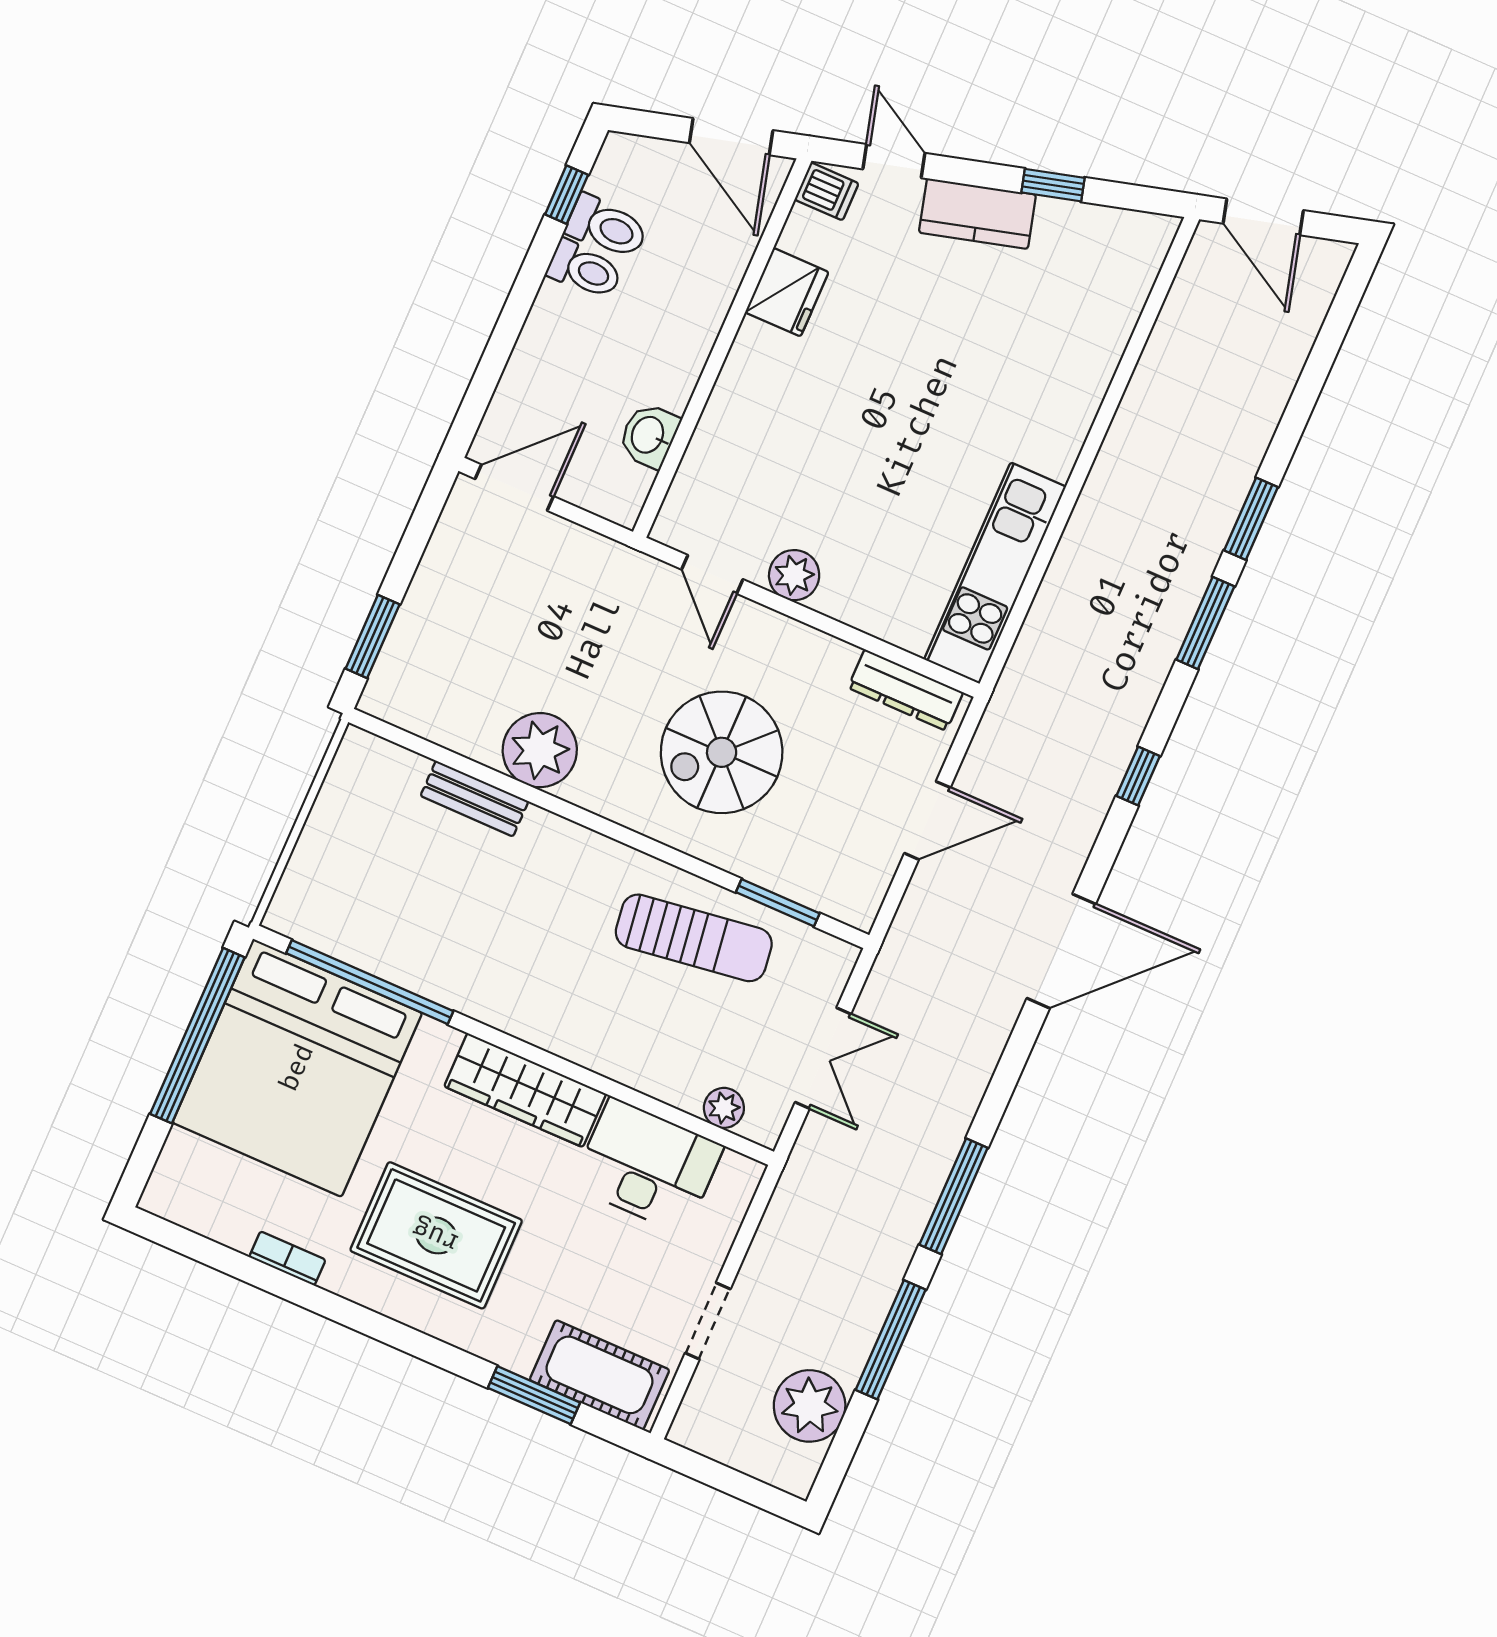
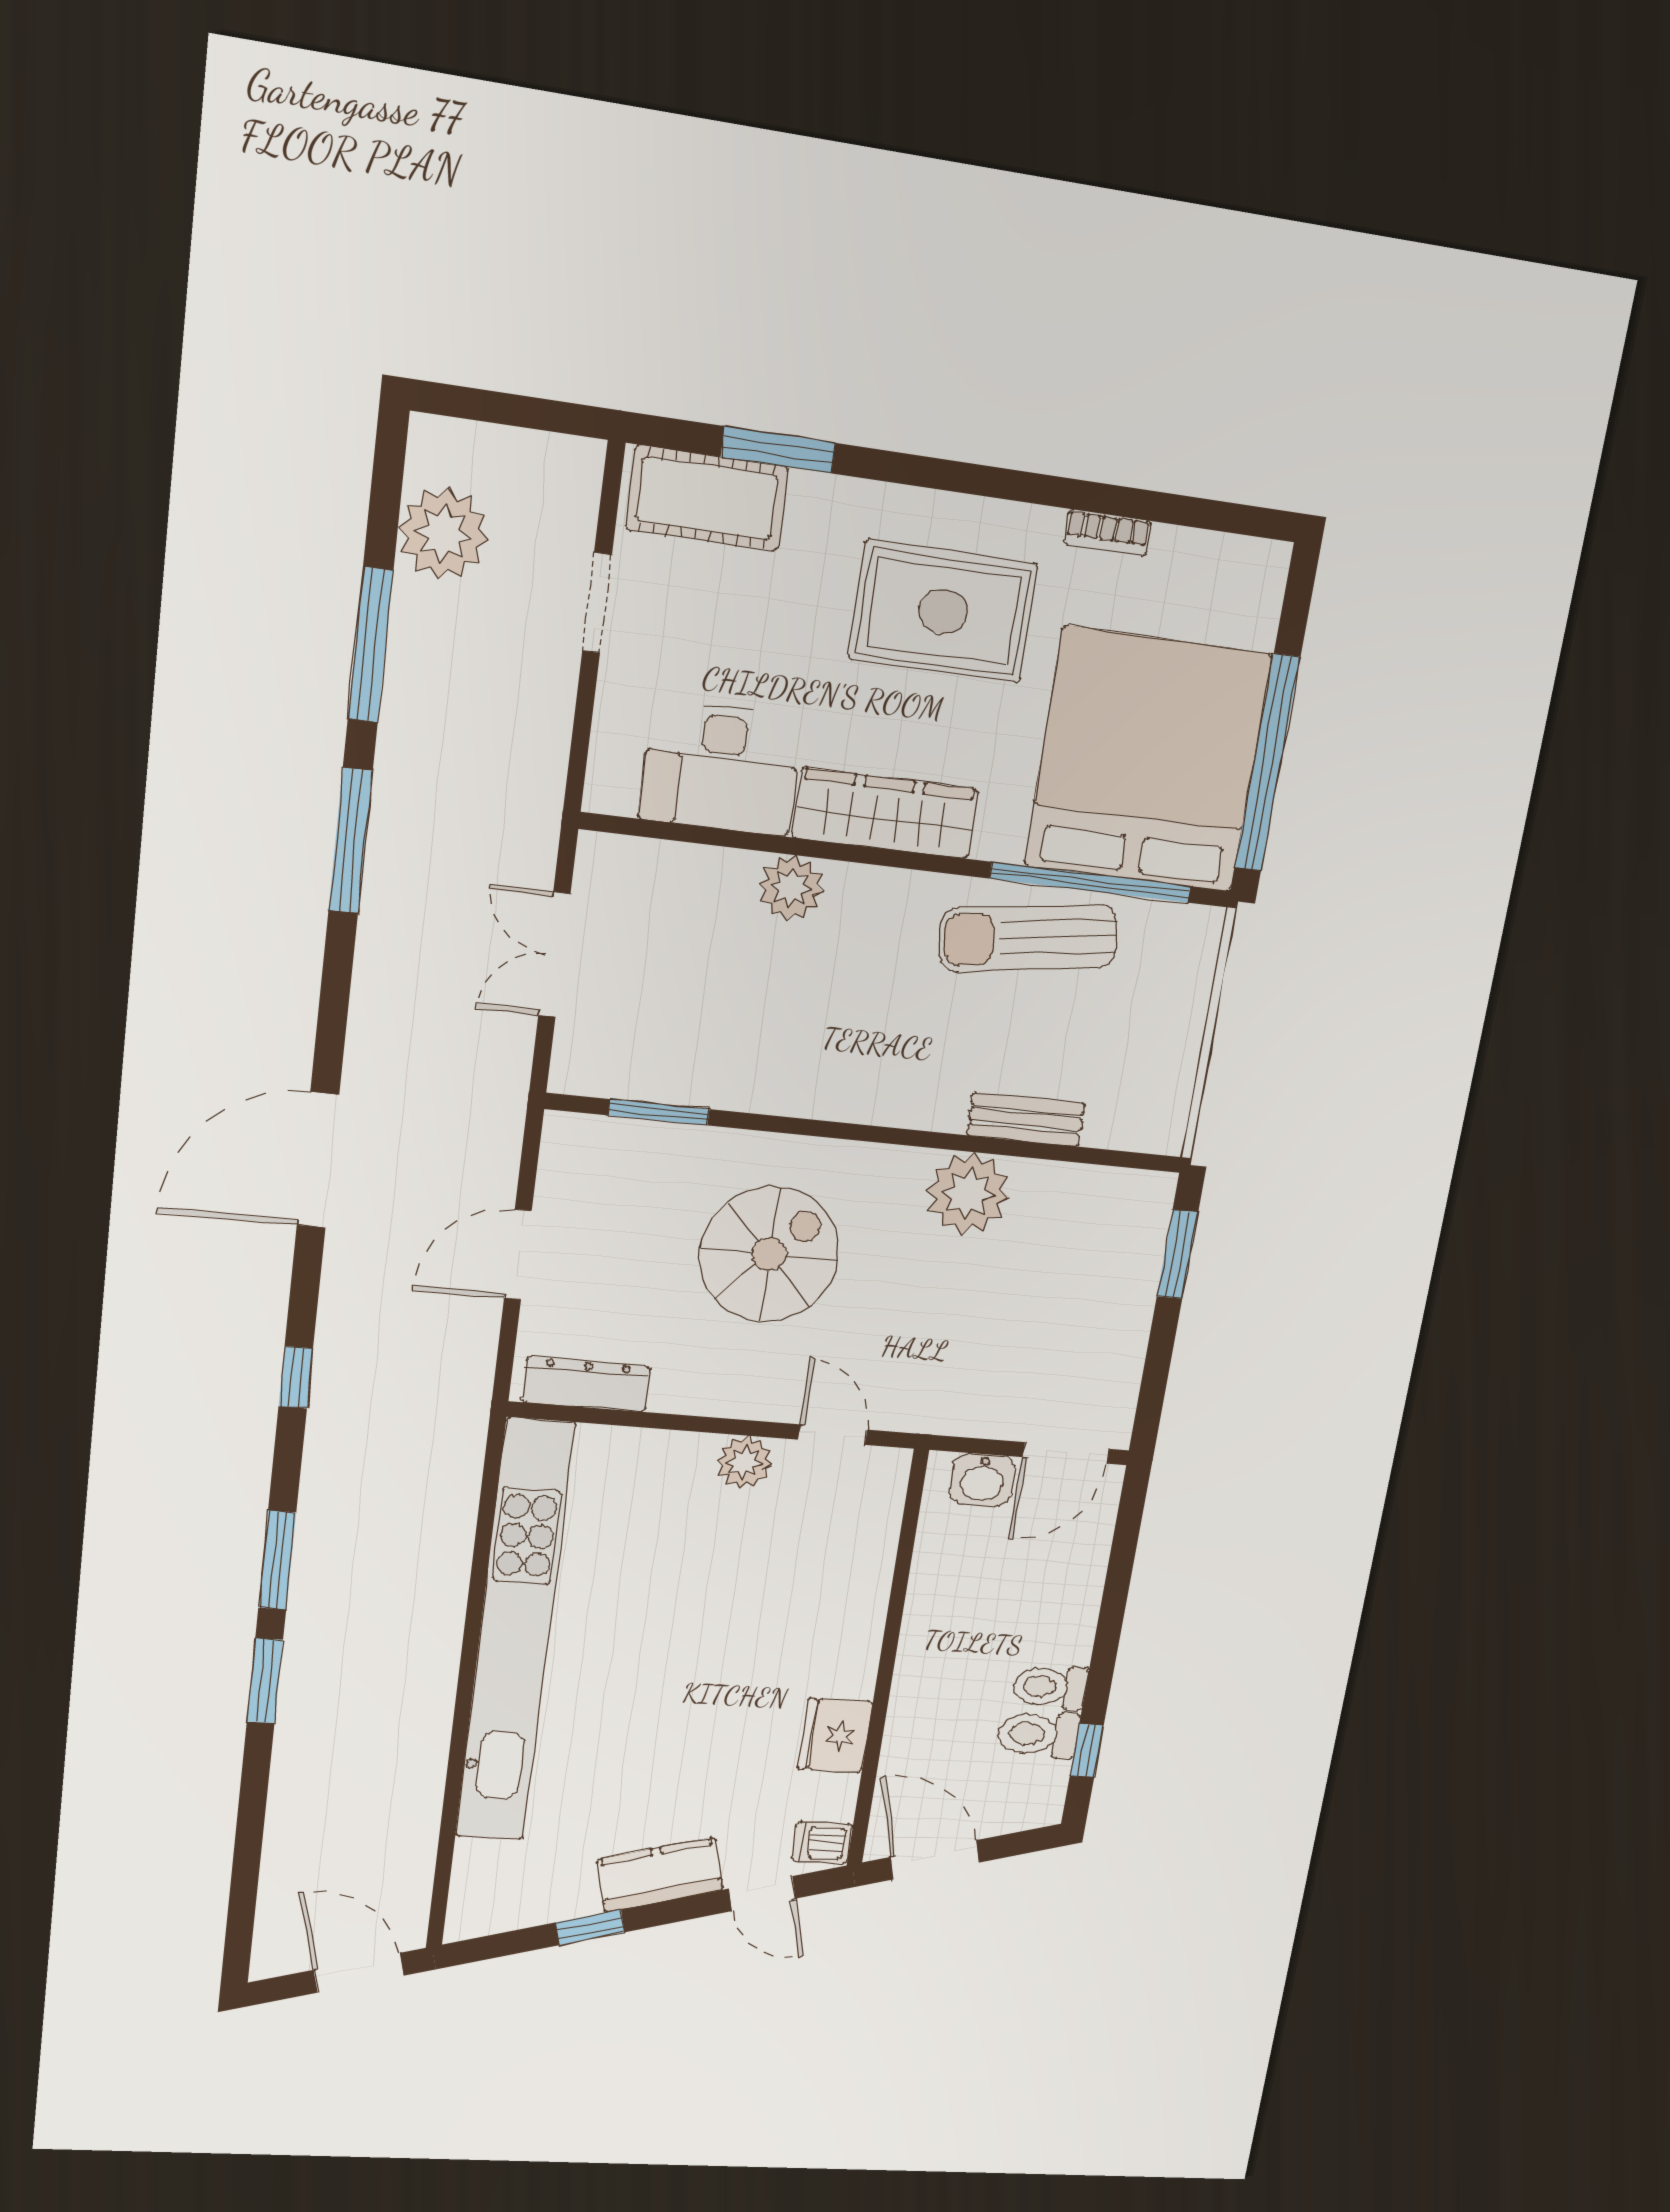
washbasin: (649, 435) -> (983, 1480), moved, turned 90
kitchen unit: (995, 573) -> (515, 1633), width x1.86
sun lounger: (694, 938) -> (1028, 938), moved
plant: (724, 1108) -> (791, 888), moved, width x1.38, depth x1.38

